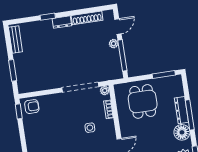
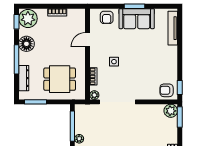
window: (13, 70) -> (180, 117), moved
plant: (24, 86) -> (171, 111), added
dining table: (143, 101) -> (60, 79), turned 90
dresser: (181, 110) -> (24, 78), moved

